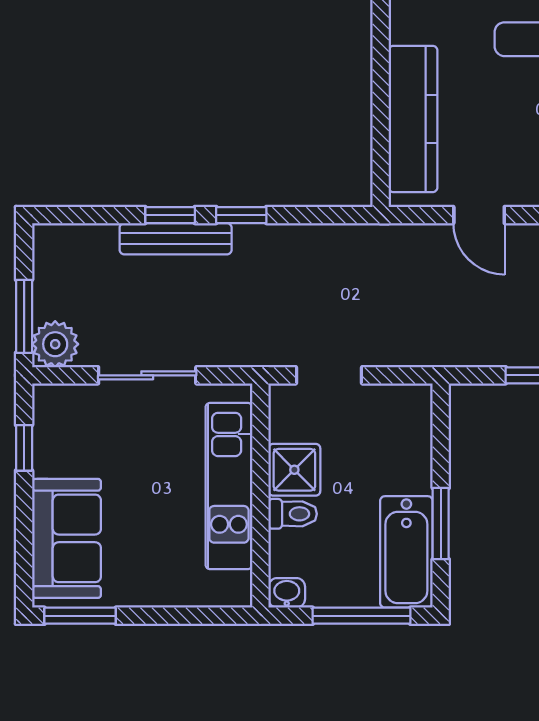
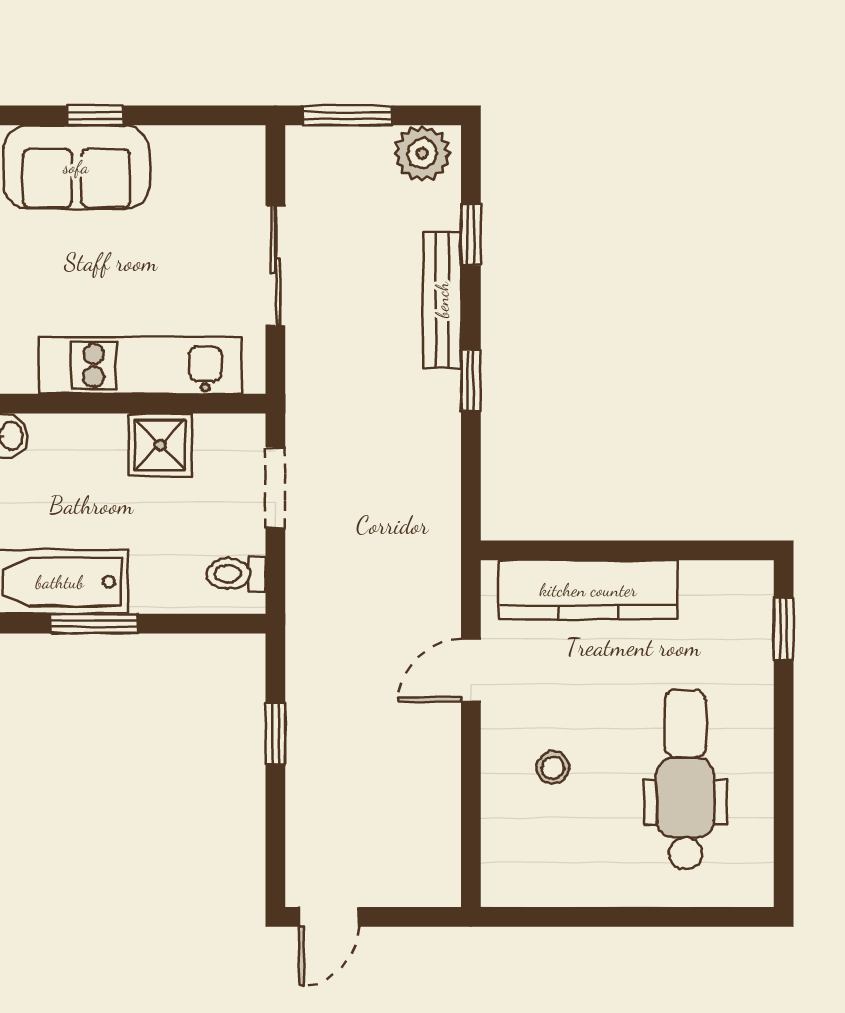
window: (170, 215) -> (471, 235), moved
plant: (55, 344) -> (422, 153), moved
window: (24, 448) -> (95, 115), moved
toilet: (293, 514) -> (236, 574), moved, turned 90

